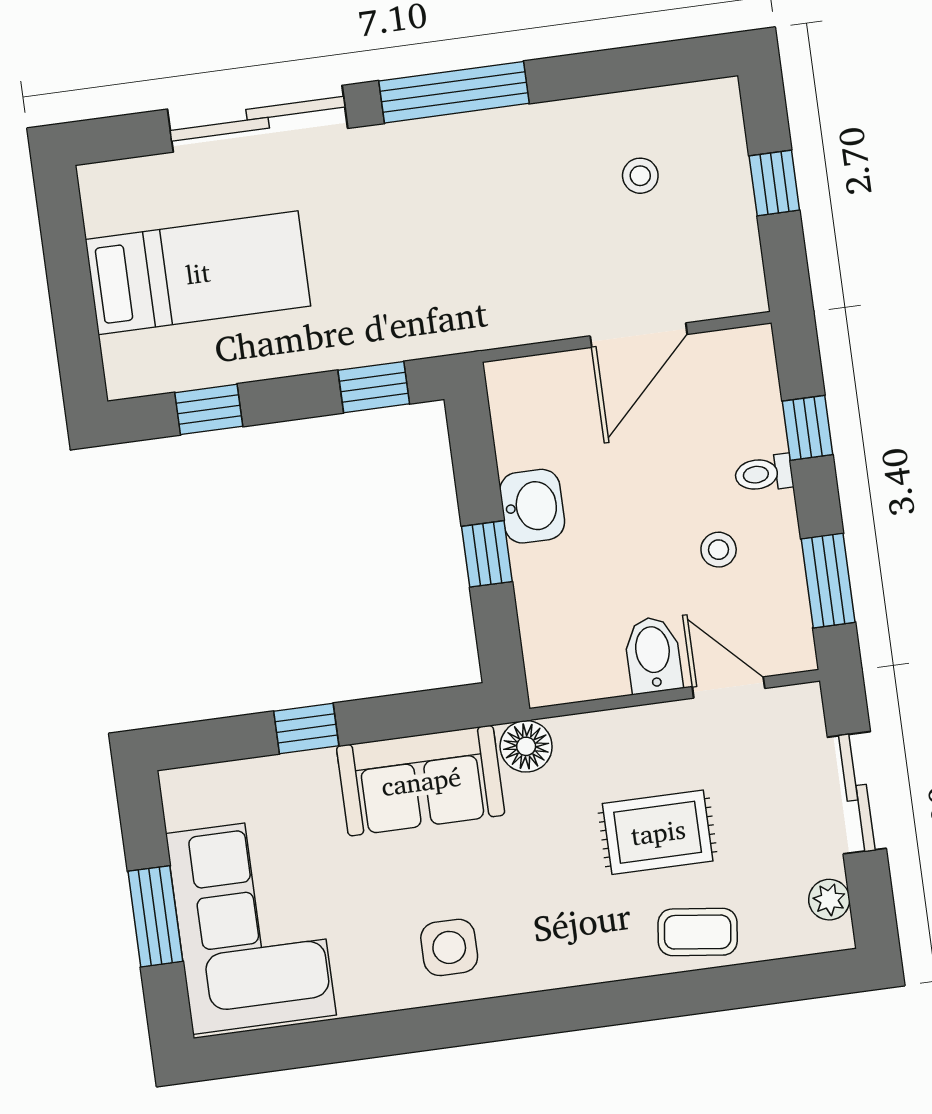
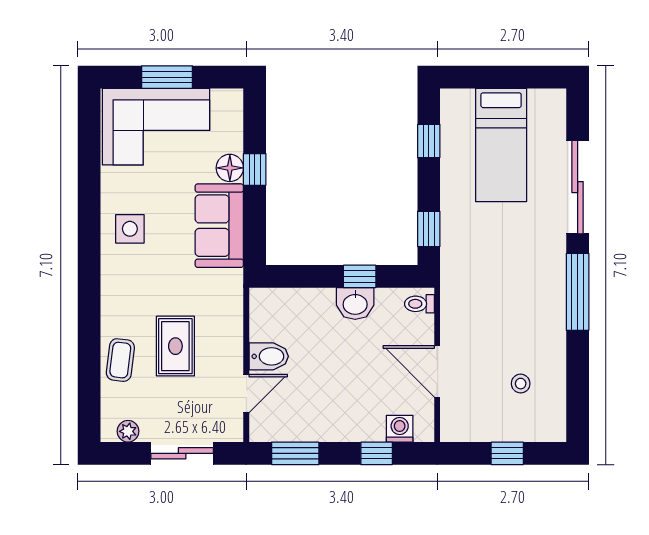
washing machine: (756, 391) -> (400, 429), added
toilet: (764, 474) -> (419, 304), moved, turned -90
stool: (719, 550) -> (319, 398), removed
window: (487, 554) -> (360, 276), moved
floor lamp: (526, 746) -> (230, 168), moved

